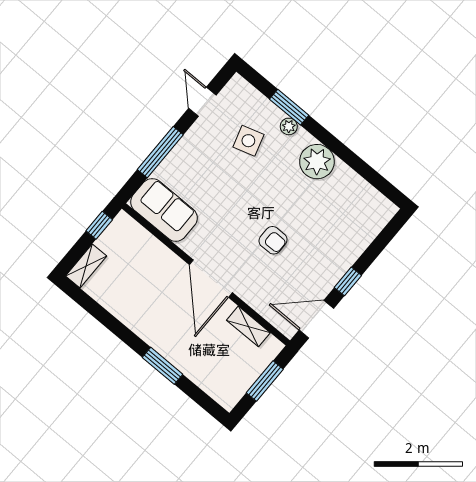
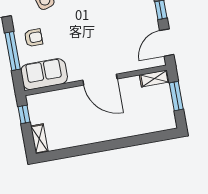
armchair: (273, 240) -> (33, 38), moved
shelving: (248, 326) -> (154, 78), moved
window: (162, 366) -> (124, 142), removed

